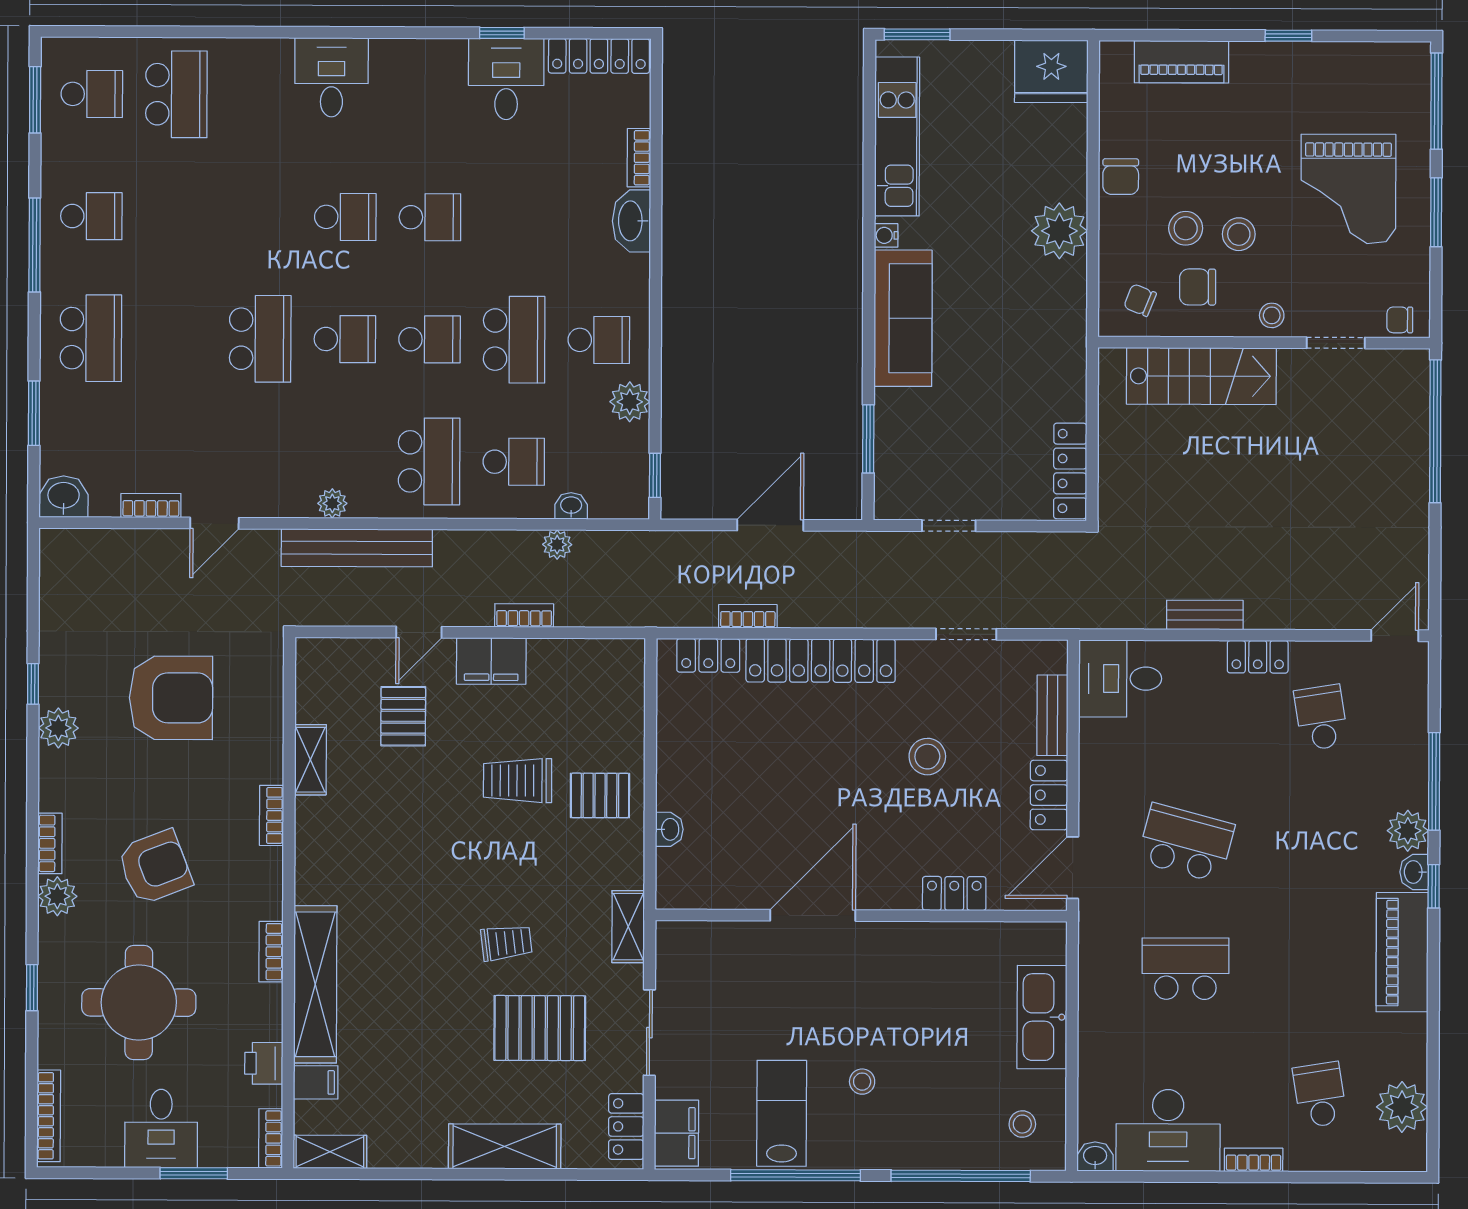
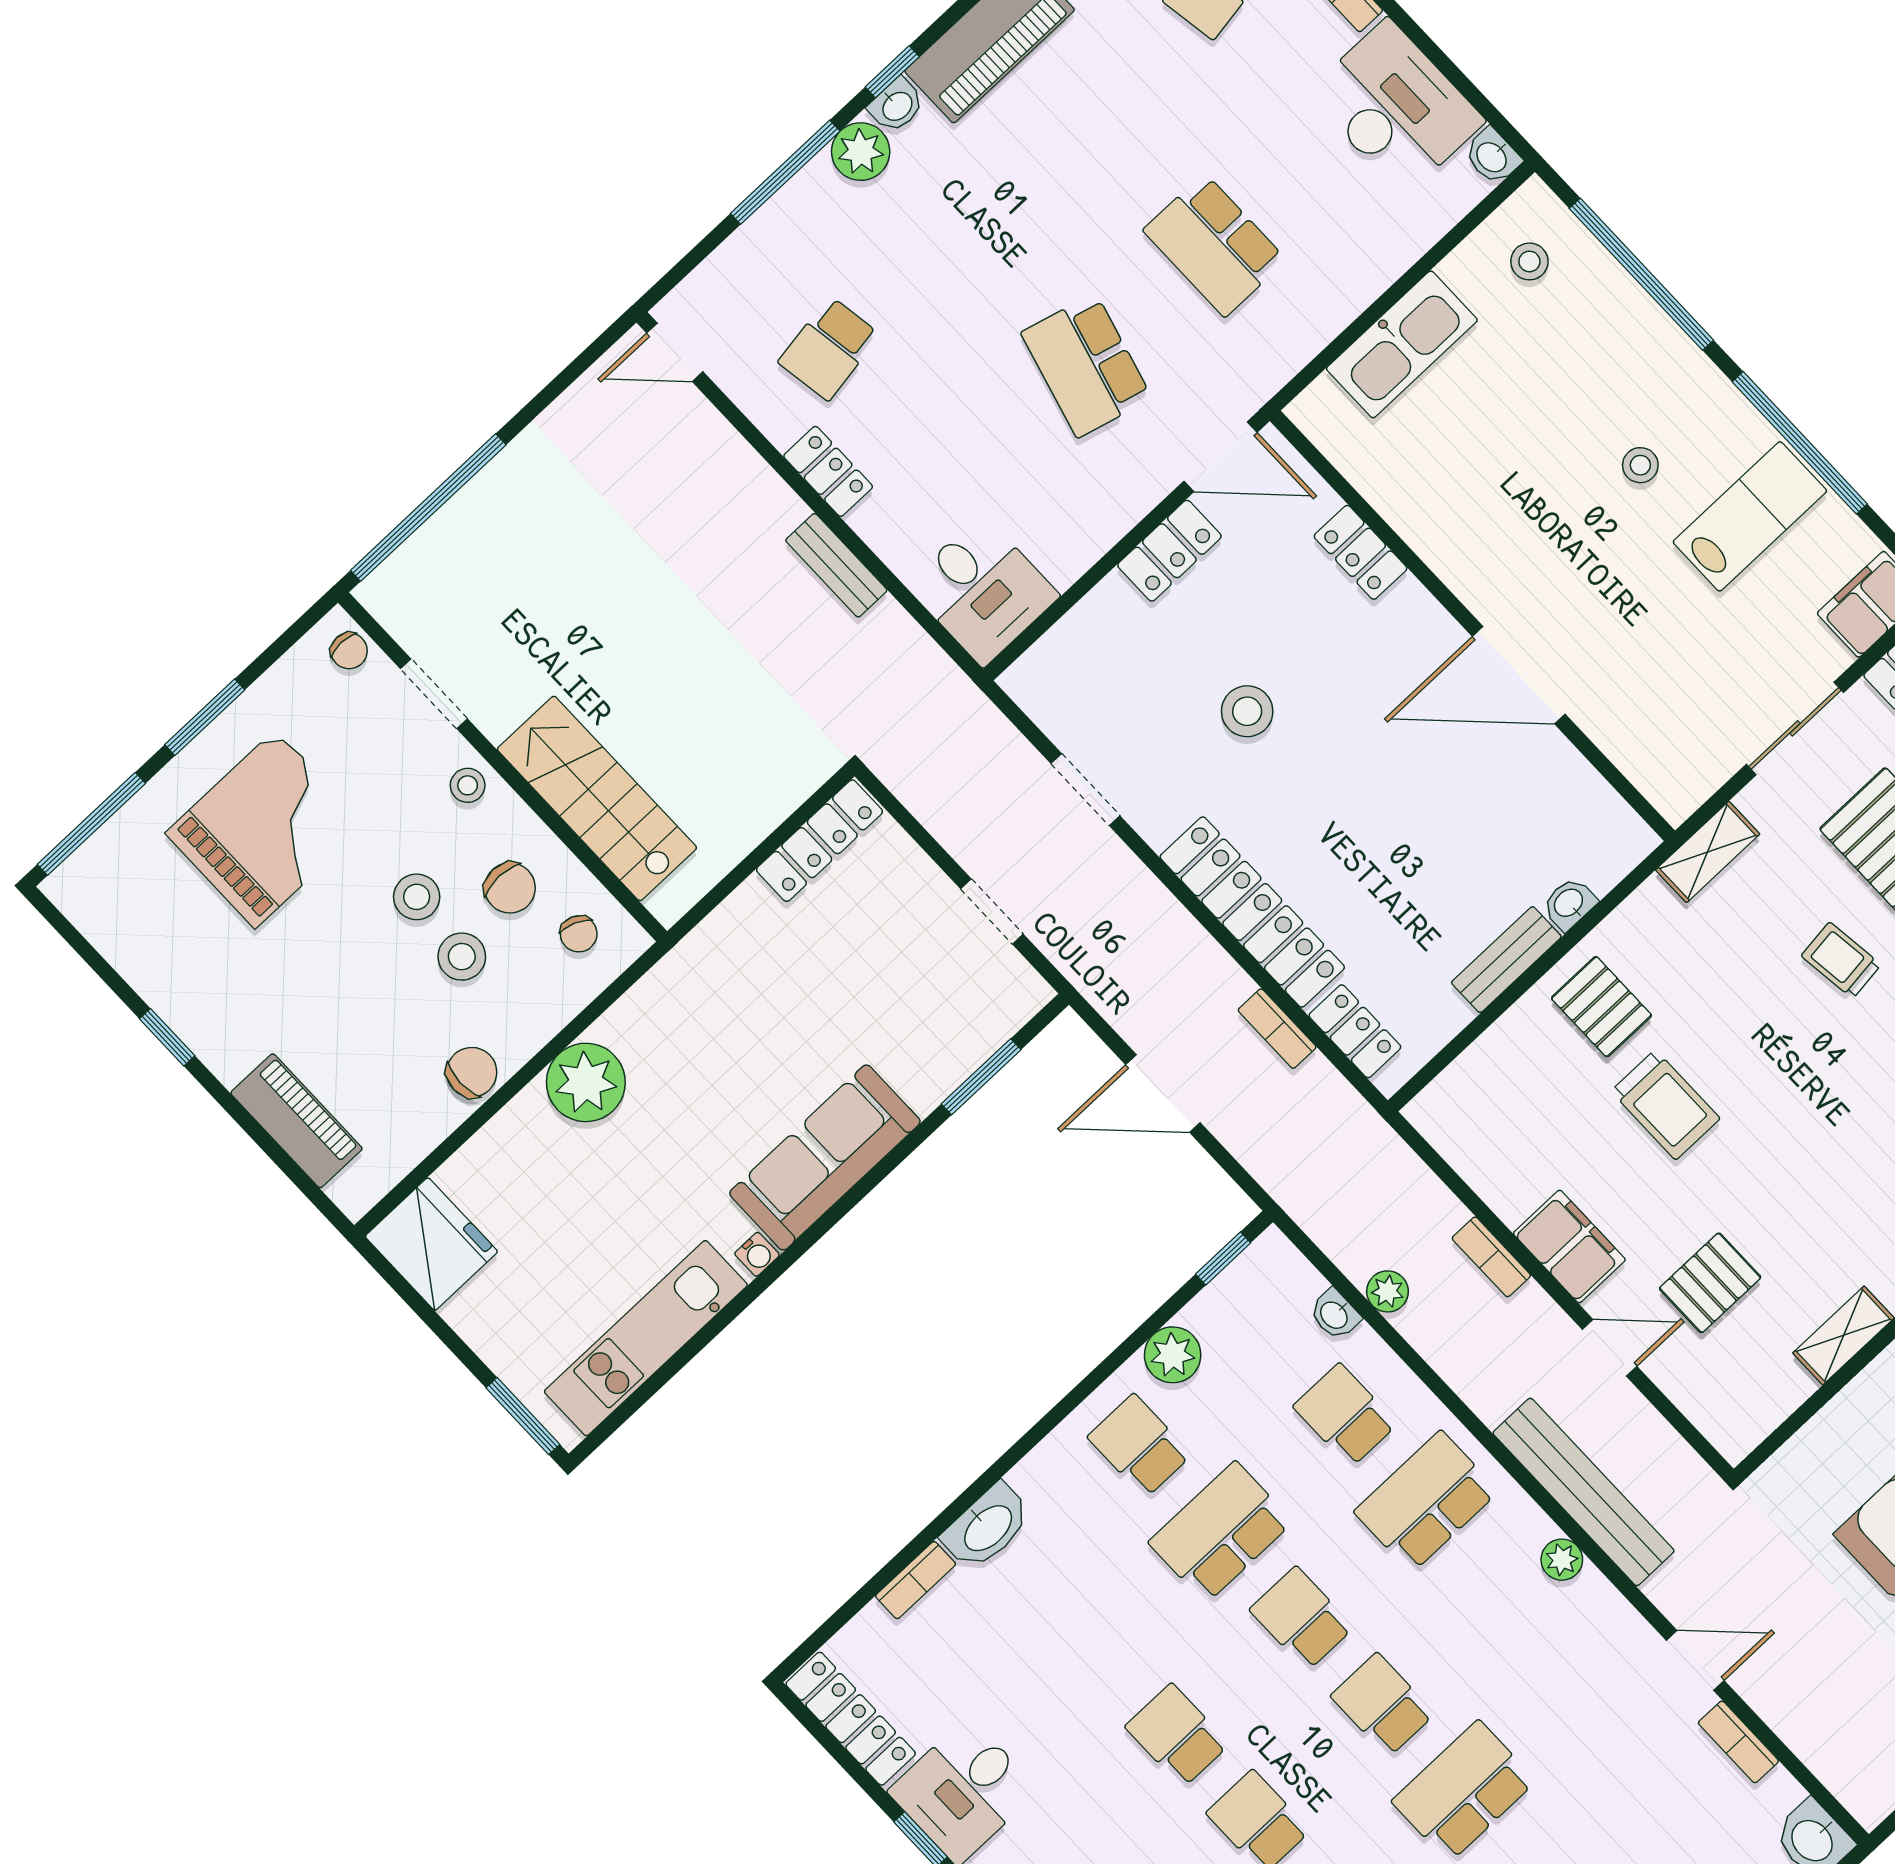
bench: (1052, 715) -> (1506, 960), moved
lab bench: (782, 1113) -> (1750, 516), turned 180

